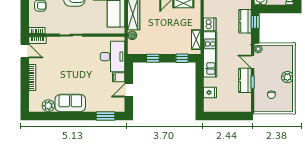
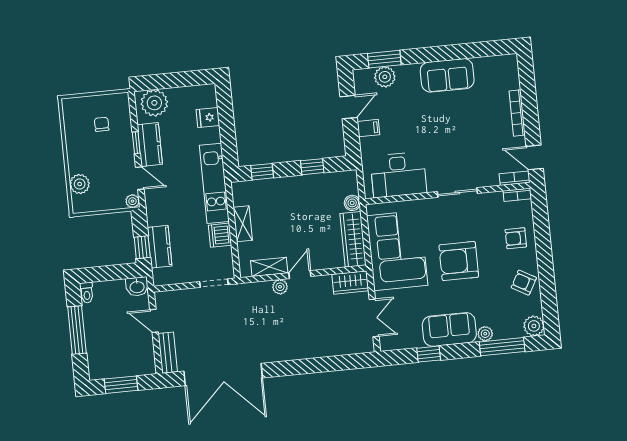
shelving: (196, 40) -> (243, 224), moved
desk: (113, 57) -> (398, 175), moved, turned -90
plant: (287, 77) -> (80, 184), moved
plant: (240, 104) -> (154, 103), added
plant: (48, 106) -> (385, 77), moved

